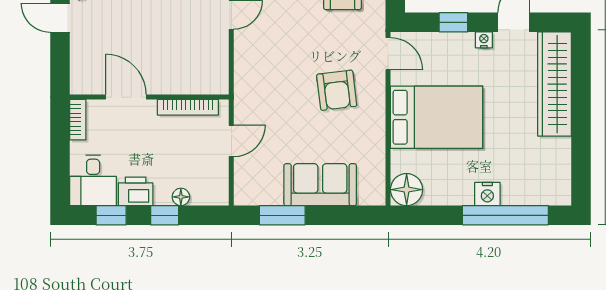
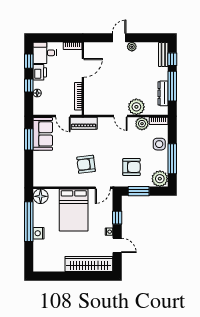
piano: (247, 95) -> (84, 123), added
sofa: (320, 185) -> (43, 134), moved
window: (505, 215) -> (29, 222), moved

